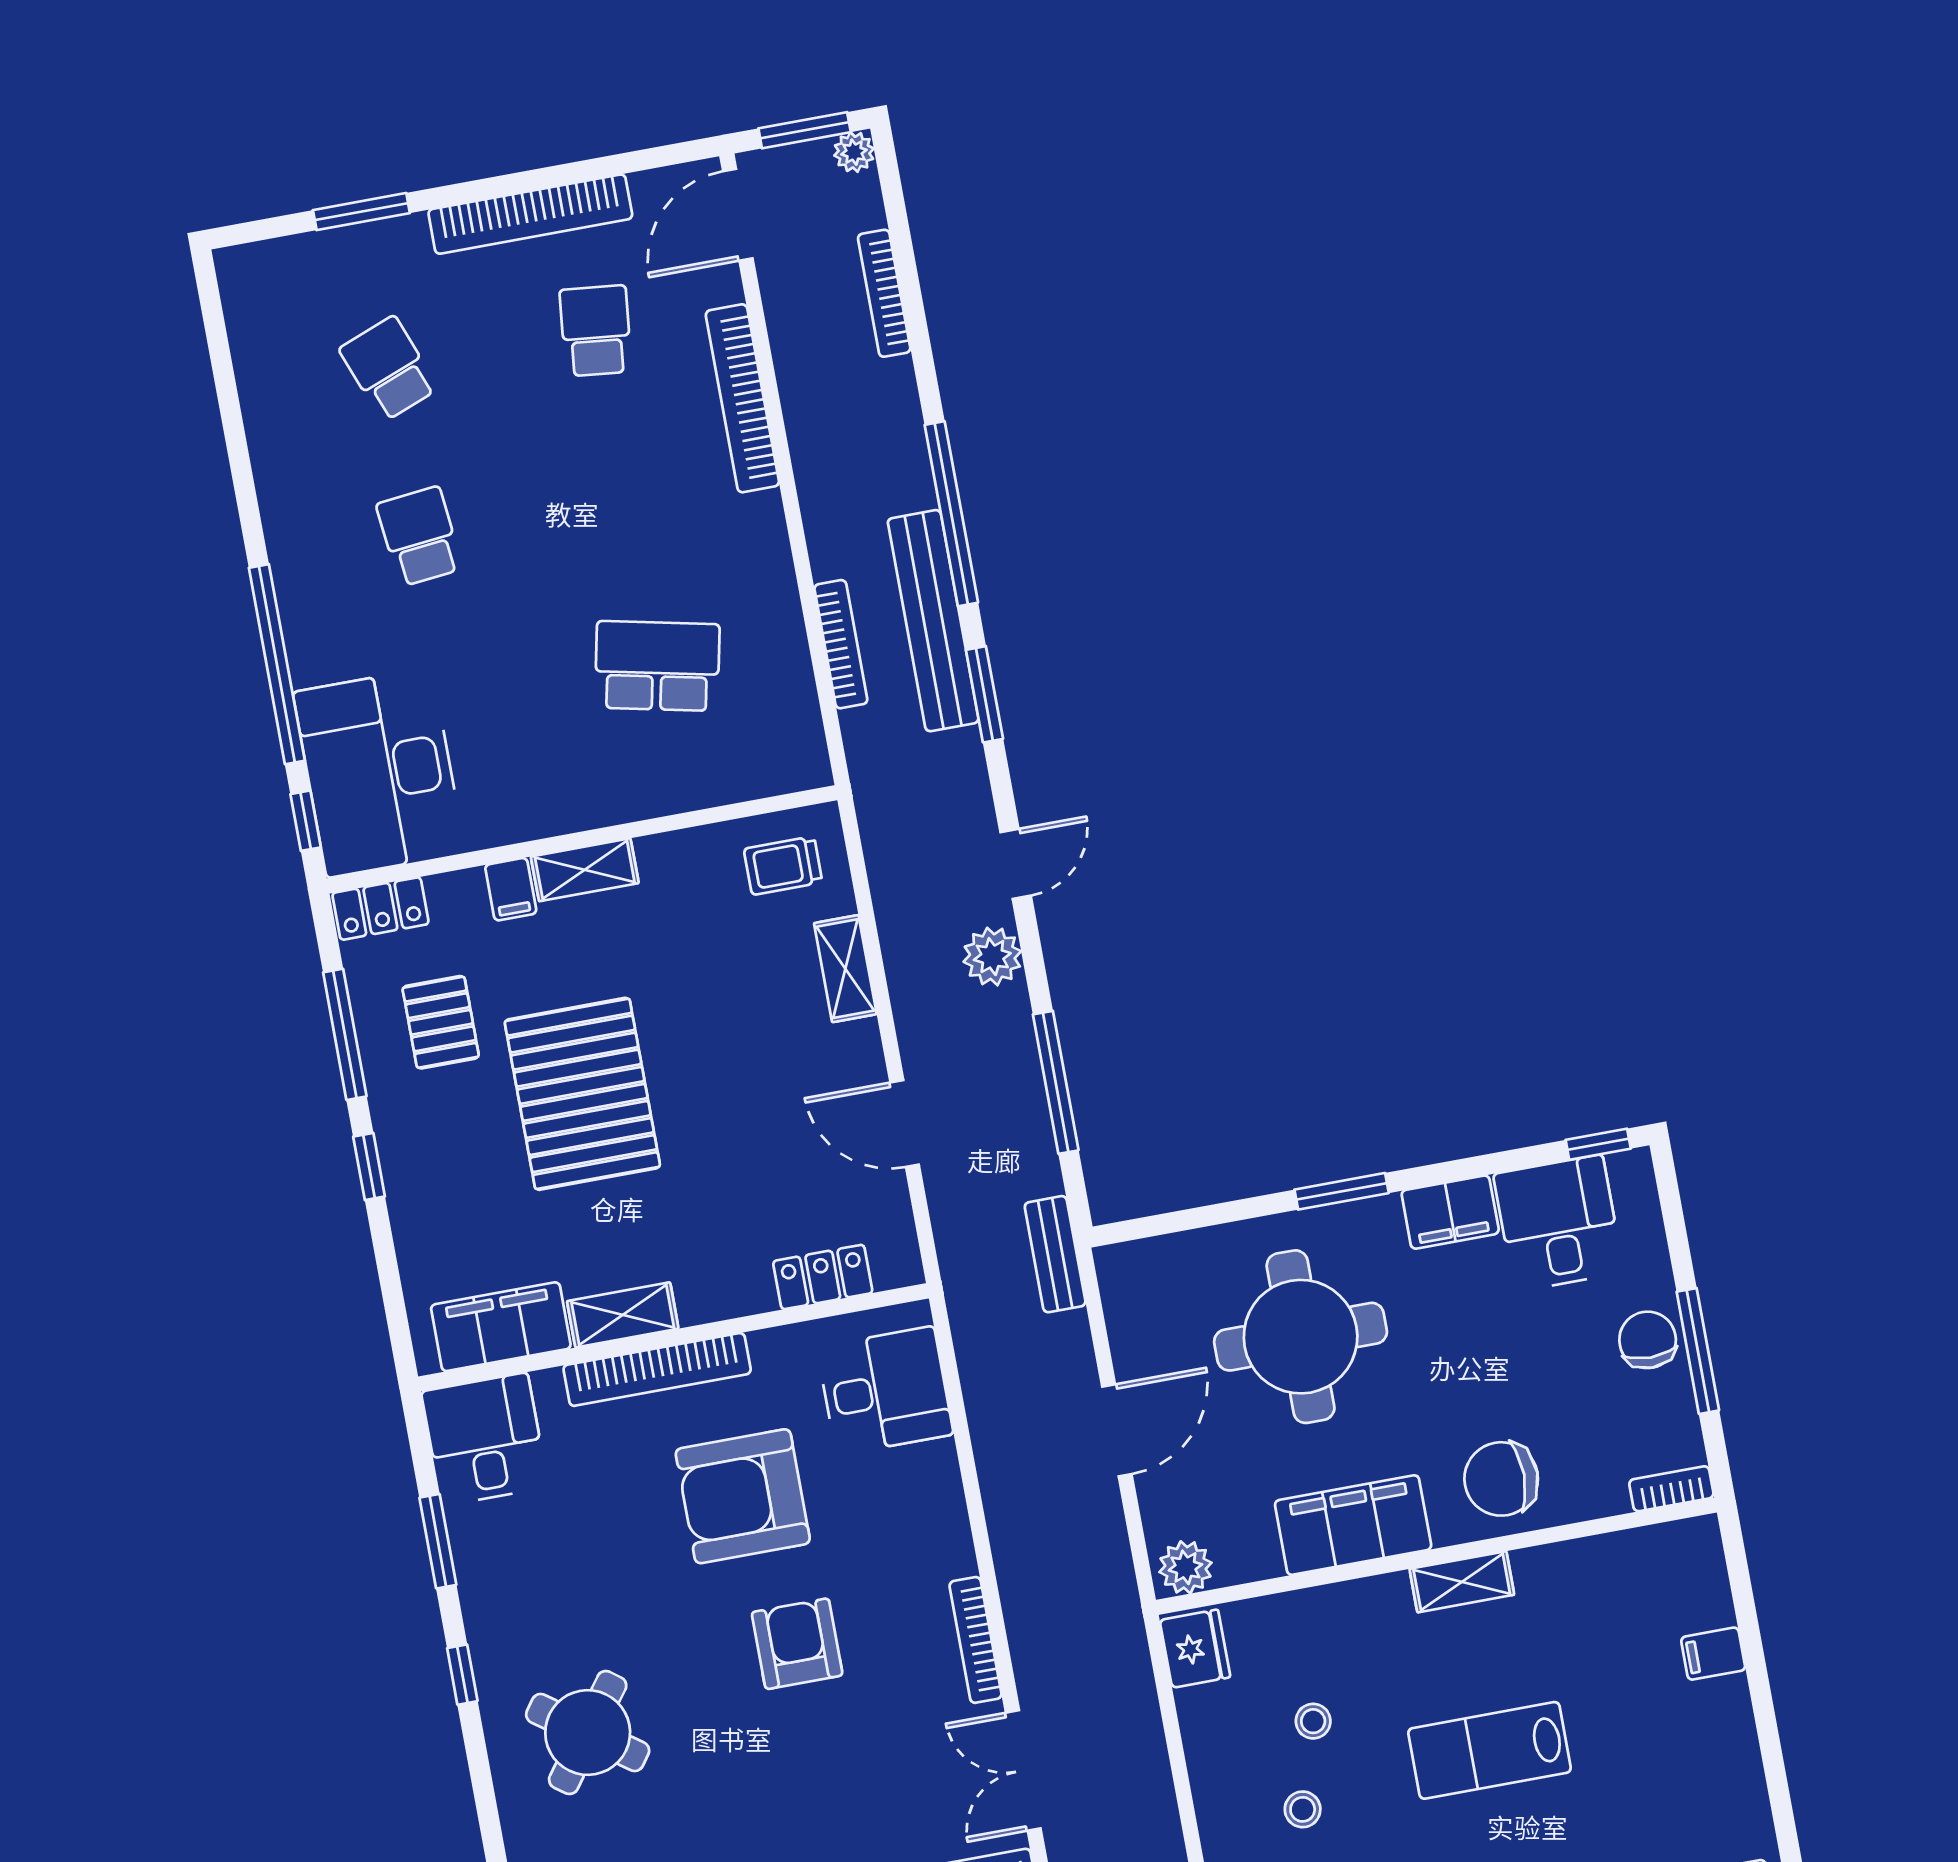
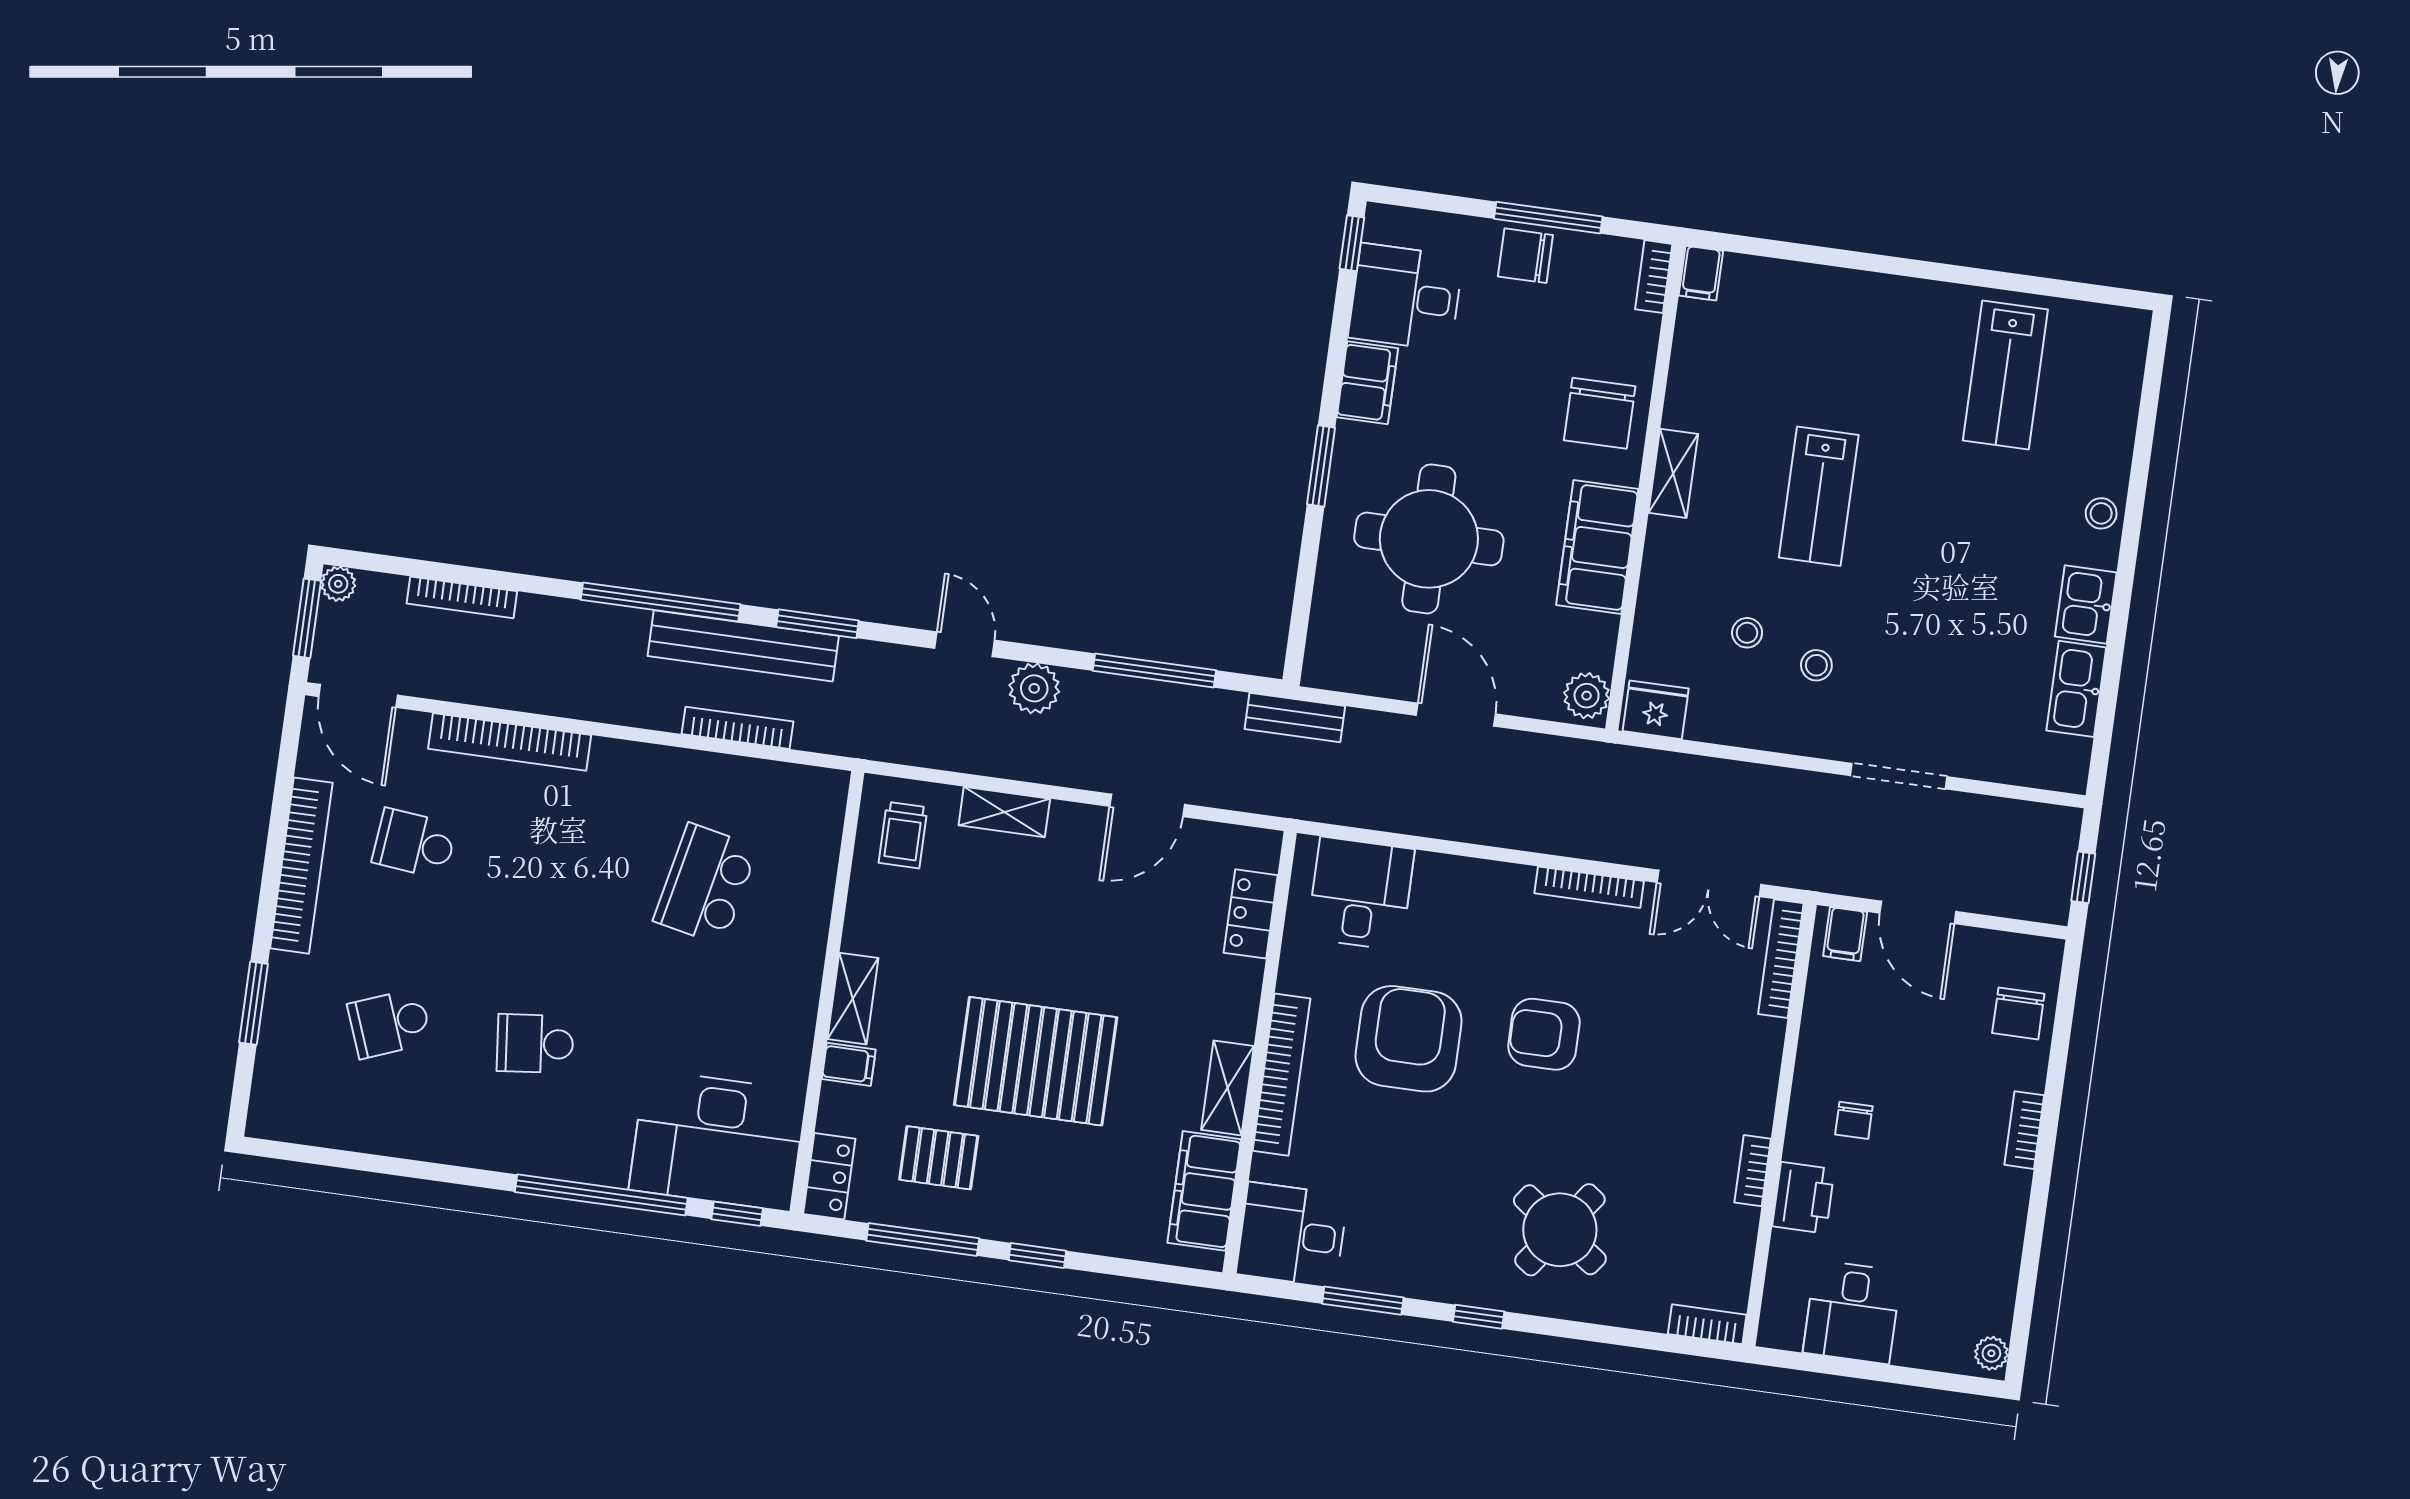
armchair: (743, 1496) -> (1409, 1039), turned 180
filing cabinet: (1713, 1654) -> (1701, 273), moved

